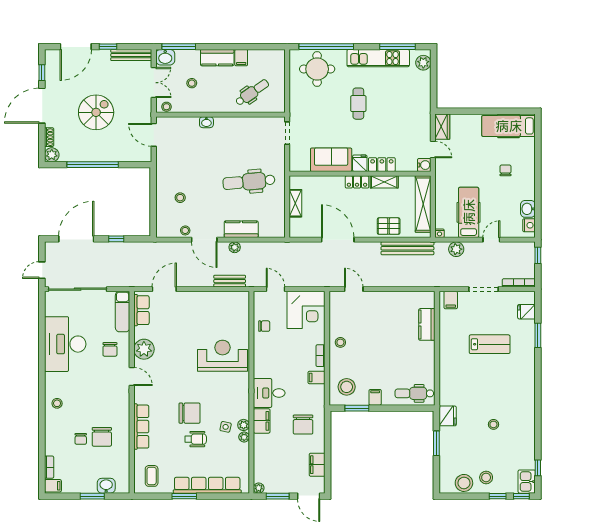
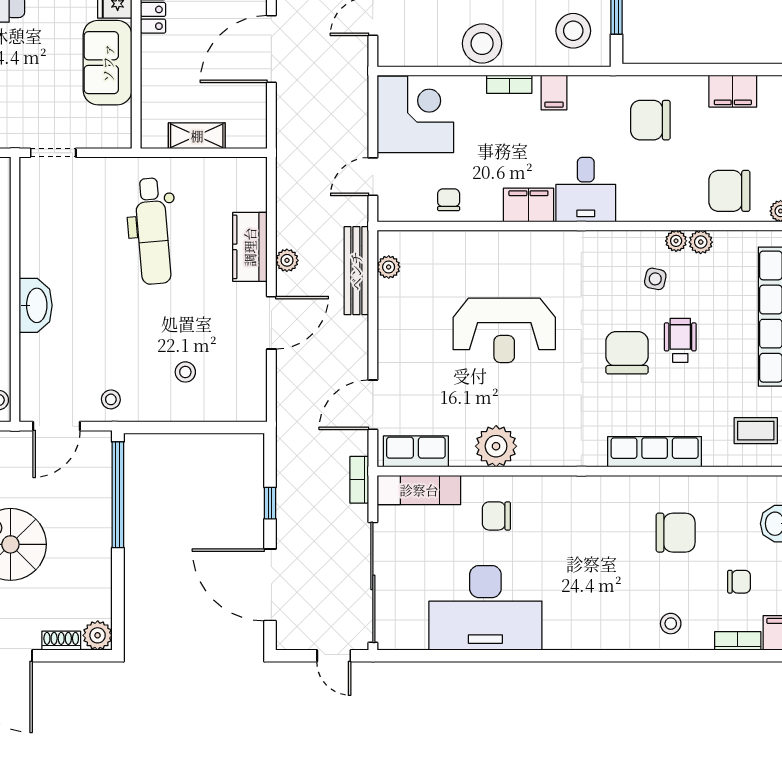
washbasin: (206, 122) -> (36, 305), width x1.91, depth x1.45
window: (93, 165) -> (118, 495), moved
stool: (185, 230) -> (111, 399), moved
bench: (230, 281) -> (356, 271), width x1.36
bookcase: (128, 283) -> (359, 480), added
door: (164, 289) -> (373, 405), hinge flipped
plant: (231, 297) -> (389, 267), added
stool: (340, 342) -> (482, 43), width x1.89, depth x1.89
chair: (110, 349) -> (496, 516), turned 180
reception desk: (222, 356) -> (504, 330), moved, turned -90
door: (132, 377) -> (552, 471), removed
stool: (57, 403) -> (671, 624), moved
filing cabinet: (262, 421) -> (528, 205), moved
plant: (244, 425) -> (701, 242), moved
chair: (303, 425) -> (650, 120), turned 180
chair: (81, 439) -> (739, 582), moved
chair: (269, 463) -> (729, 191), added

